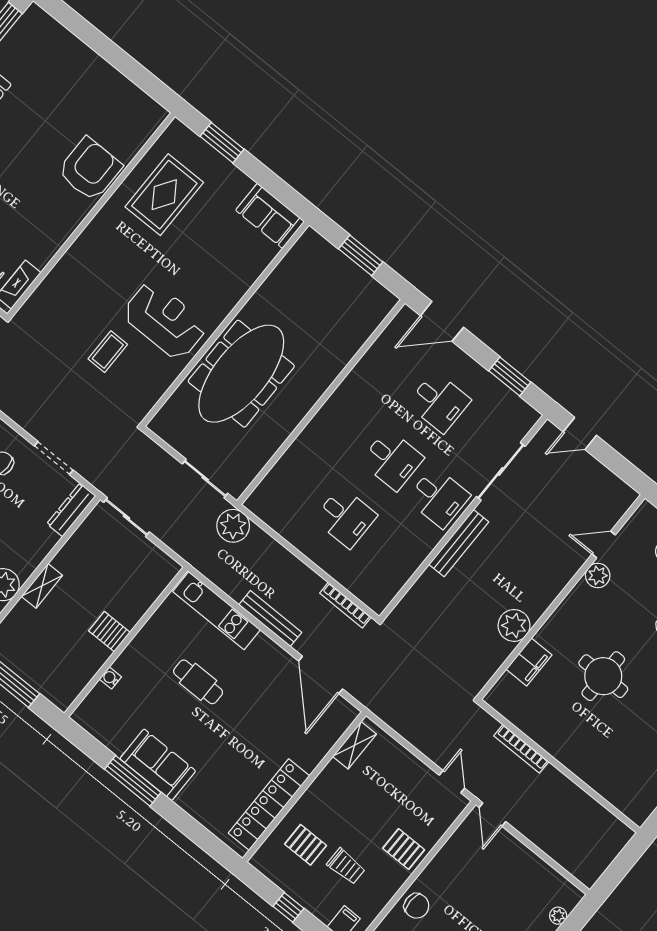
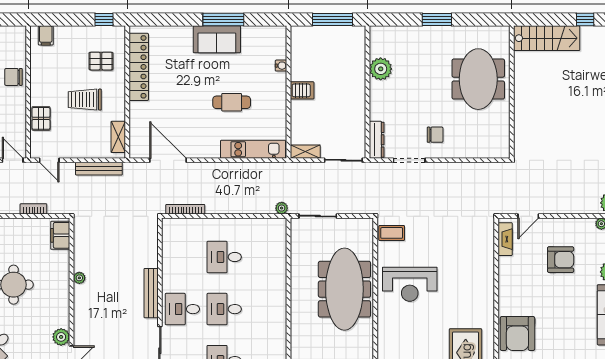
coffee table: (108, 352) -> (392, 233), moved, turned 90
plant: (233, 526) -> (282, 208), width x0.53, depth x0.53
shelving: (42, 586) -> (305, 152), moved, turned 90
bench: (270, 619) -> (99, 169), moved
plant: (514, 625) -> (79, 278), width x0.53, depth x0.53
filing cabinet: (529, 662) -> (60, 235), moved
bookcase: (521, 749) -> (33, 209), width x0.64
pallet: (404, 849) -> (41, 118), moved, turned 90
trolley: (346, 866) -> (85, 100), moved, width x1.36, depth x1.39
window: (288, 907) -> (104, 19), moved

